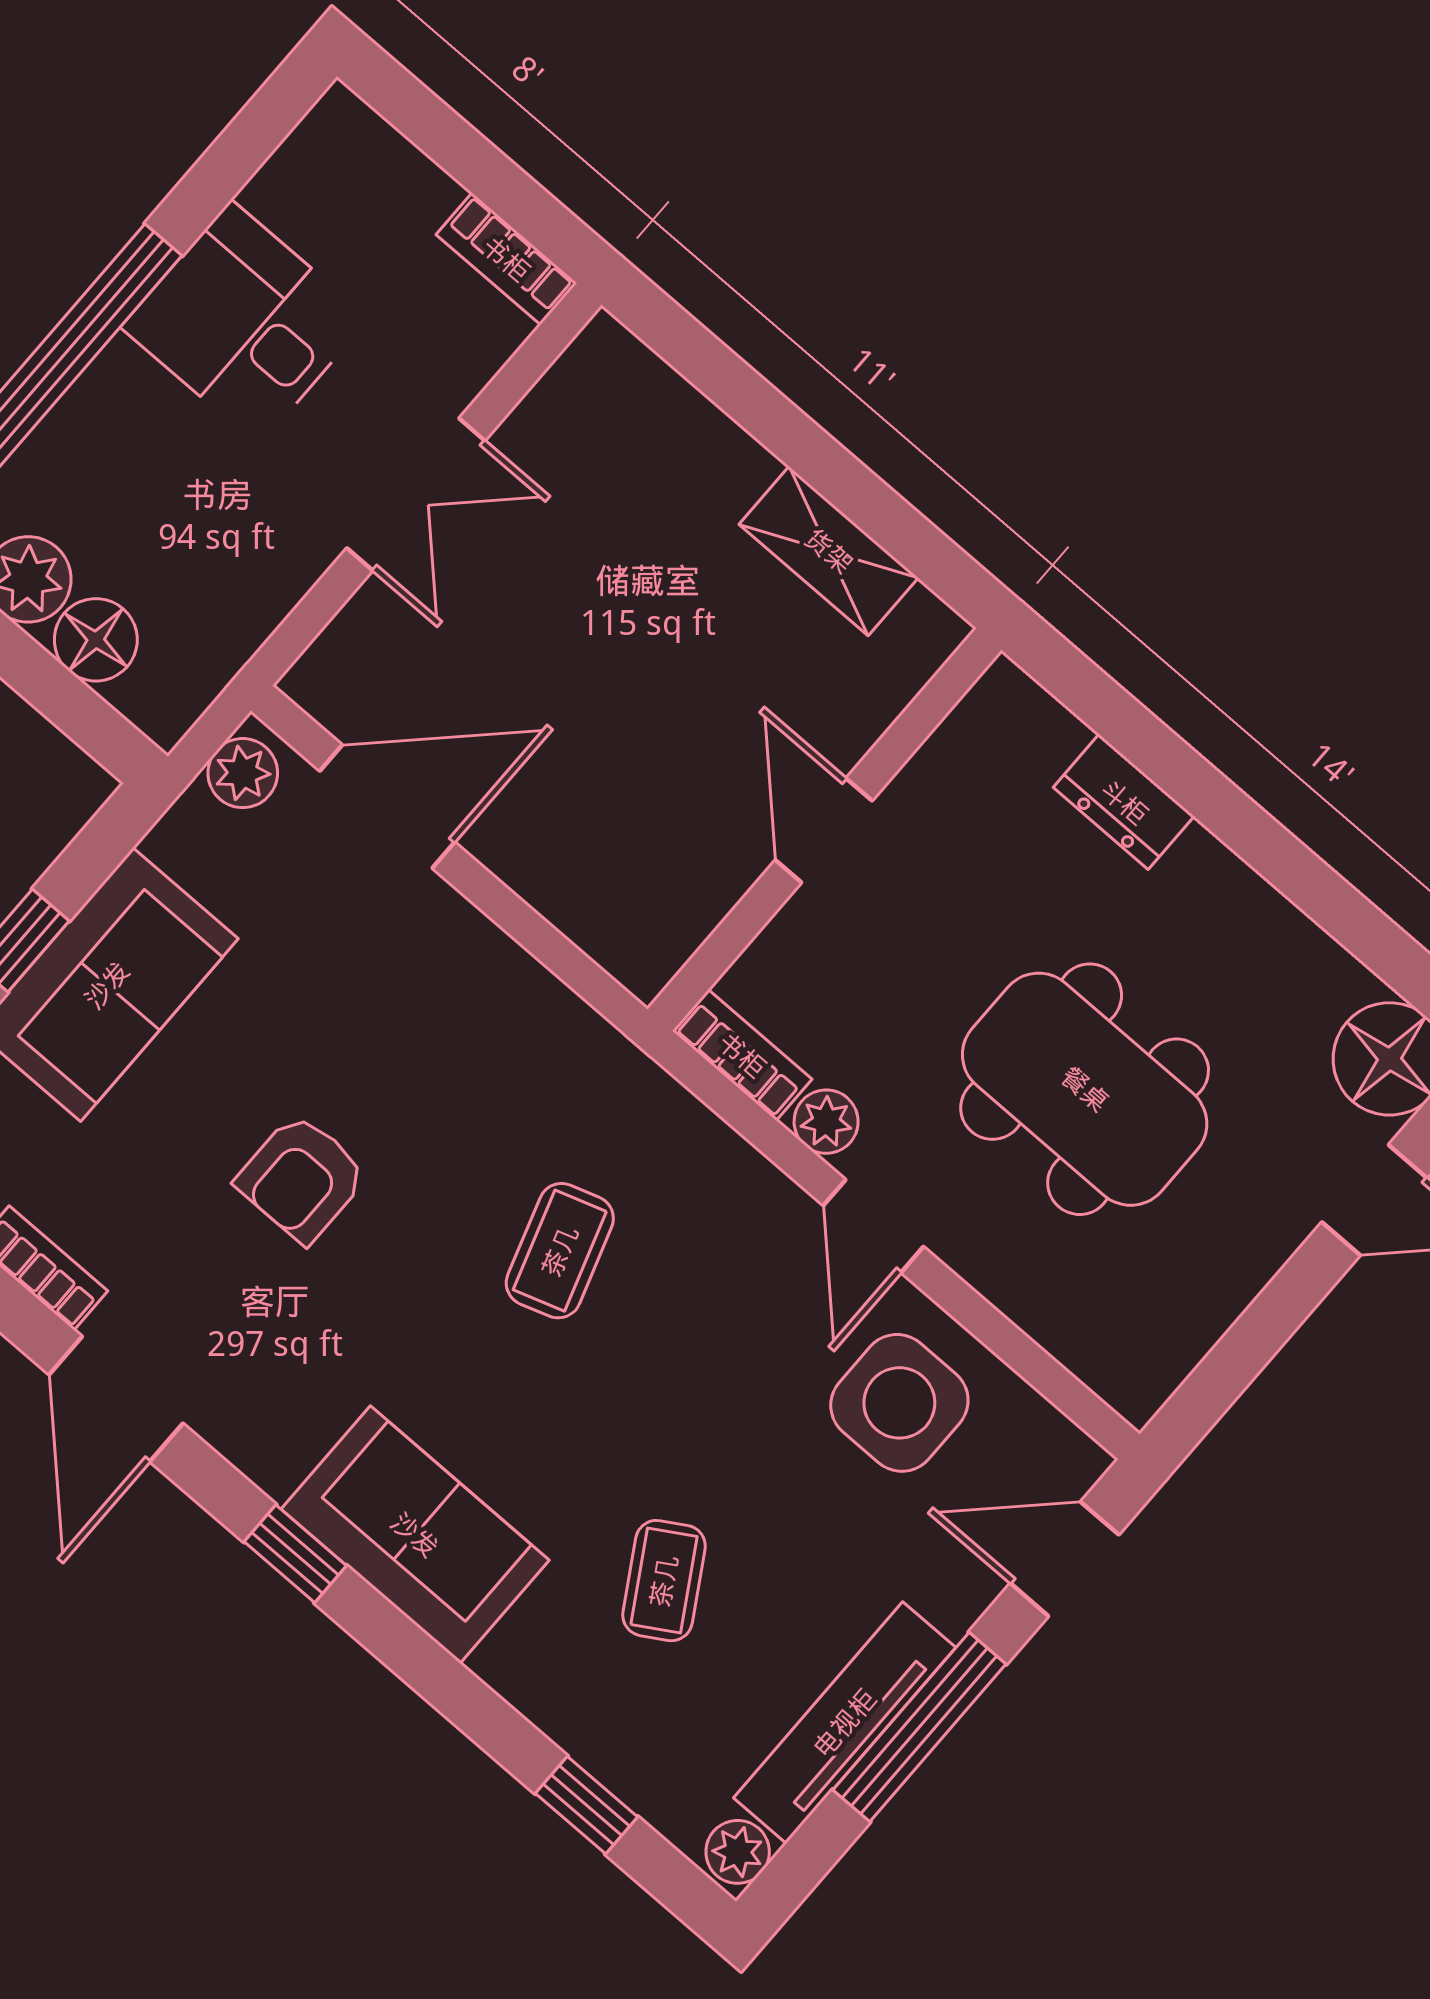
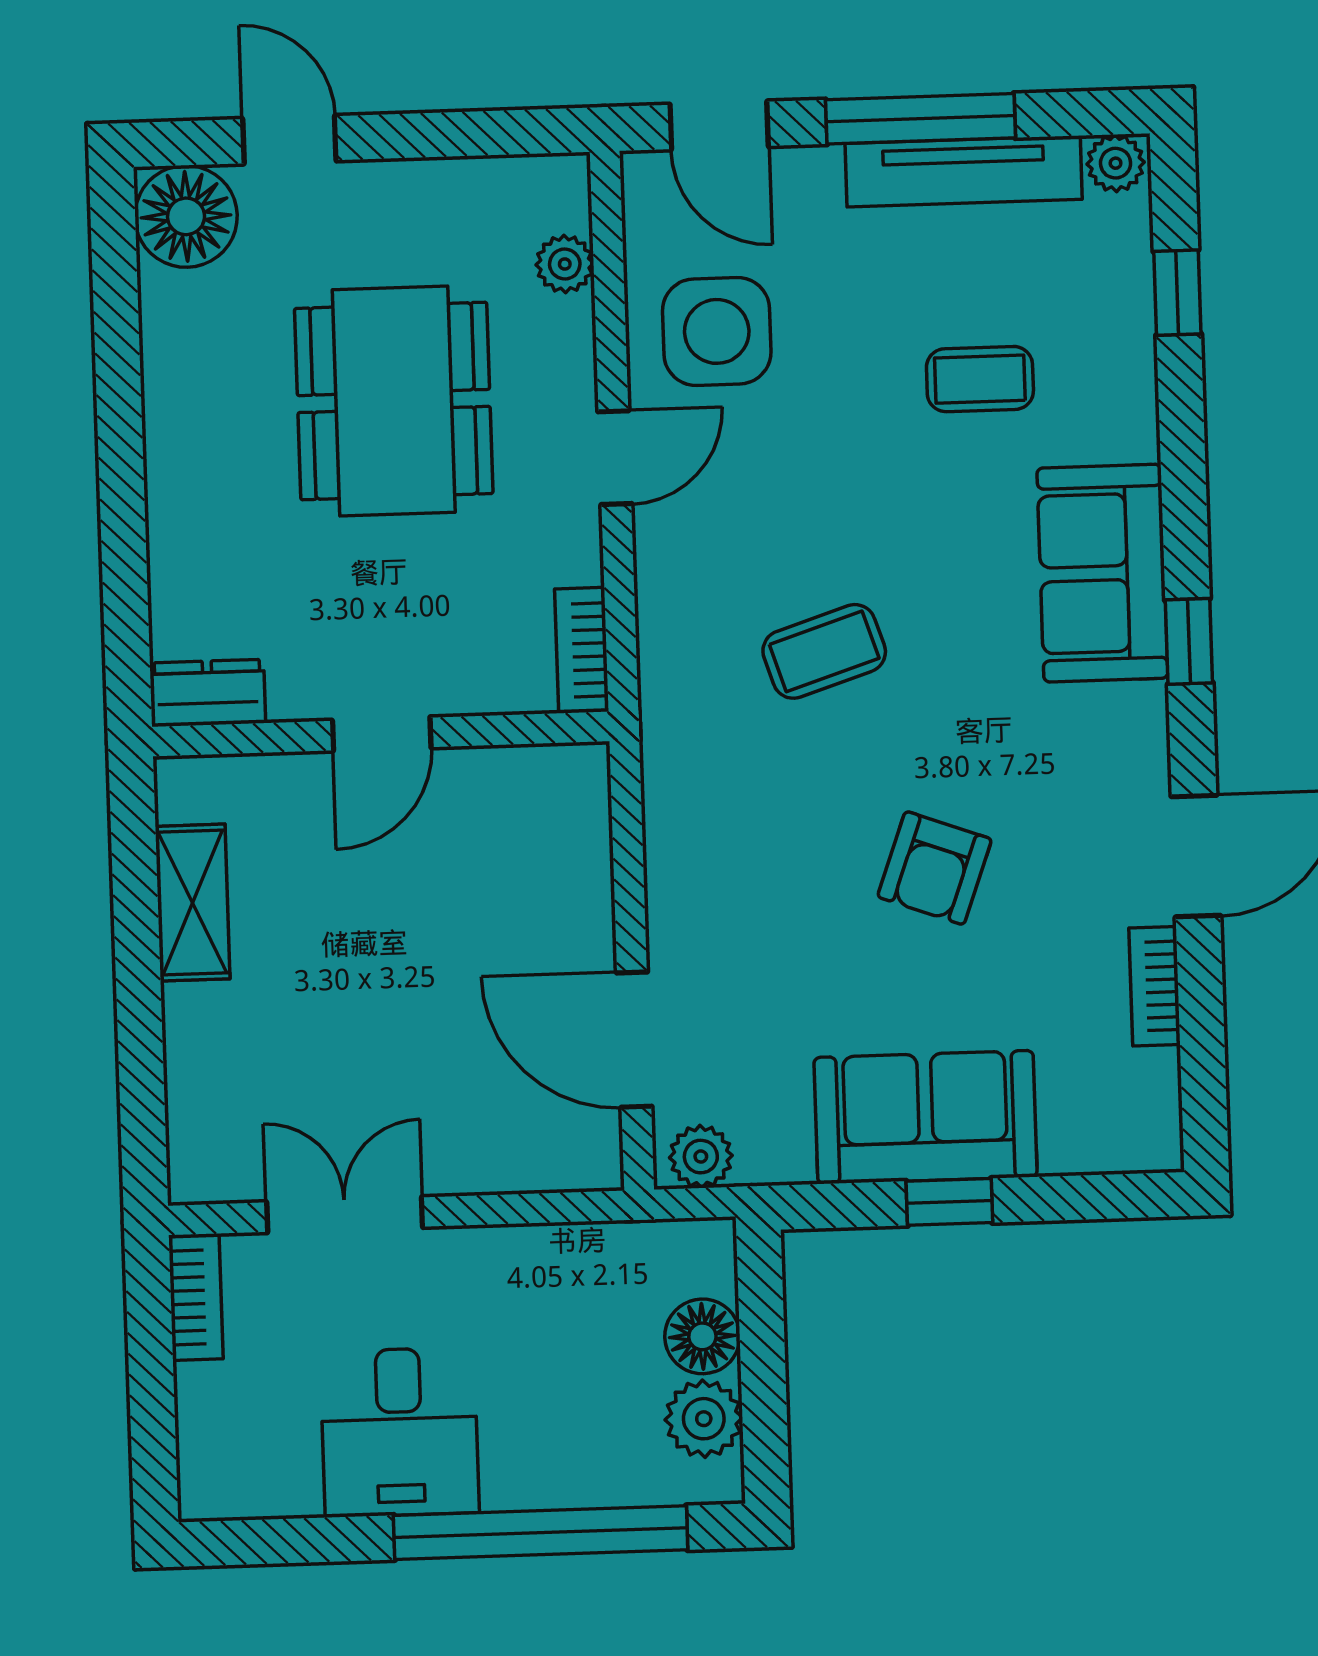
double door: (416, 494) -> (345, 1215), moved
dresser: (1124, 802) -> (208, 693), moved, turned -90
plant: (826, 1122) -> (565, 264), moved
armchair: (302, 1178) -> (935, 868), turned 110
coffee table: (664, 1581) -> (980, 379), turned 31

